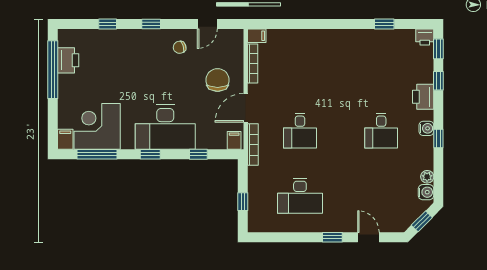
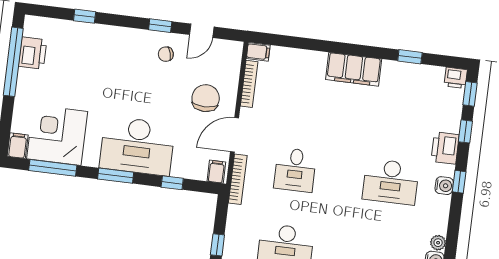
window: (151, 24) -> (160, 26), moved
filing cabinet: (338, 40) -> (354, 69), added
desk: (381, 131) -> (391, 182), width x1.37
window: (438, 138) -> (459, 182), moved
window: (150, 154) -> (116, 176), width x1.50

